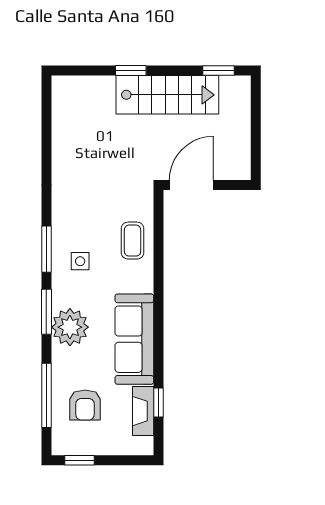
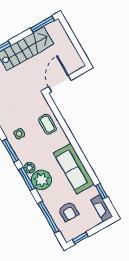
window: (218, 71) -> (42, 24), width x1.50
side table: (80, 261) -> (19, 134), moved
plant: (62, 296) -> (30, 168), added
fireplace: (143, 411) -> (102, 208), moved

